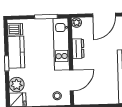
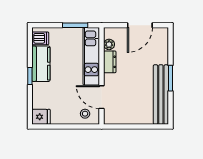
plant: (77, 23) -> (109, 44), moved
door: (72, 80) -> (102, 97), swing flipped
plant: (17, 85) -> (40, 100), removed

